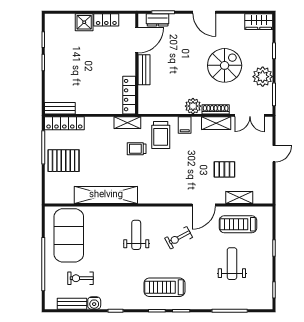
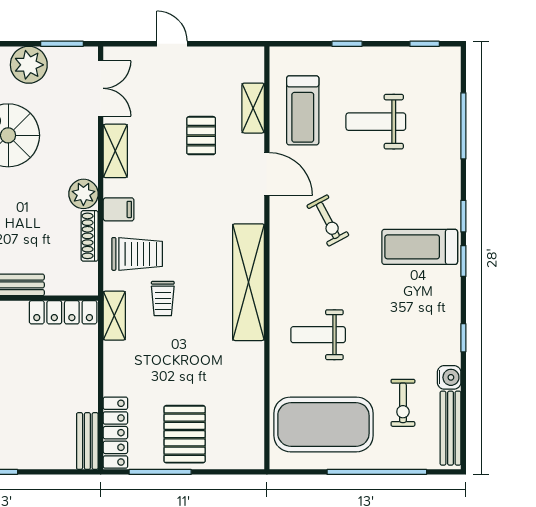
shoe rack: (216, 109) -> (90, 236), moved
shelving: (106, 195) -> (248, 282), moved
weight bench: (136, 235) -> (318, 335), moved
treadmill: (164, 287) -> (420, 247), turned 90
bench: (72, 304) -> (450, 428), width x1.36

